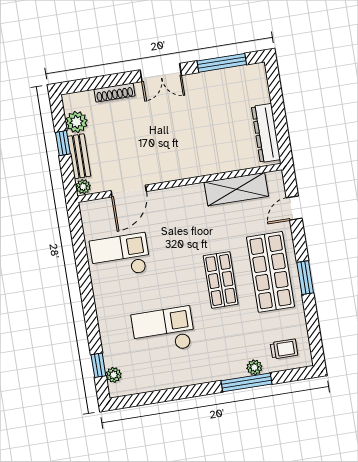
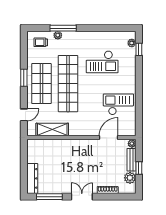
dresser: (266, 133) -> (32, 178), moved
checkout: (120, 256) -> (118, 104), turned 180
shop shelf: (221, 280) -> (68, 84), width x2.00, depth x1.36

